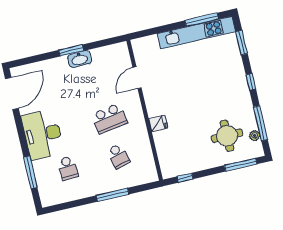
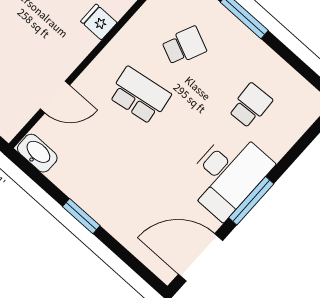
washbasin: (80, 59) -> (37, 153), moved
school desk: (118, 156) -> (184, 46), turned 39
window: (30, 172) -> (251, 201), moved

